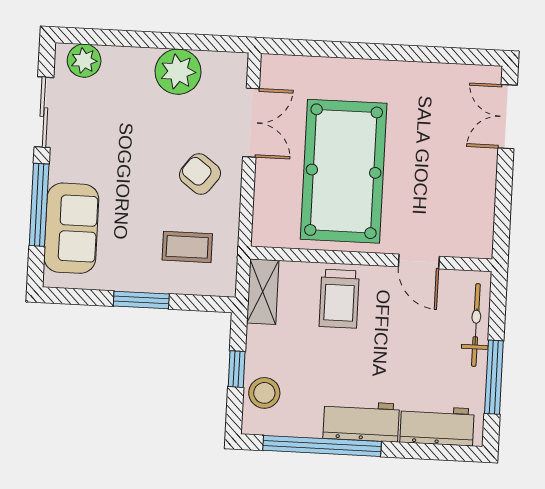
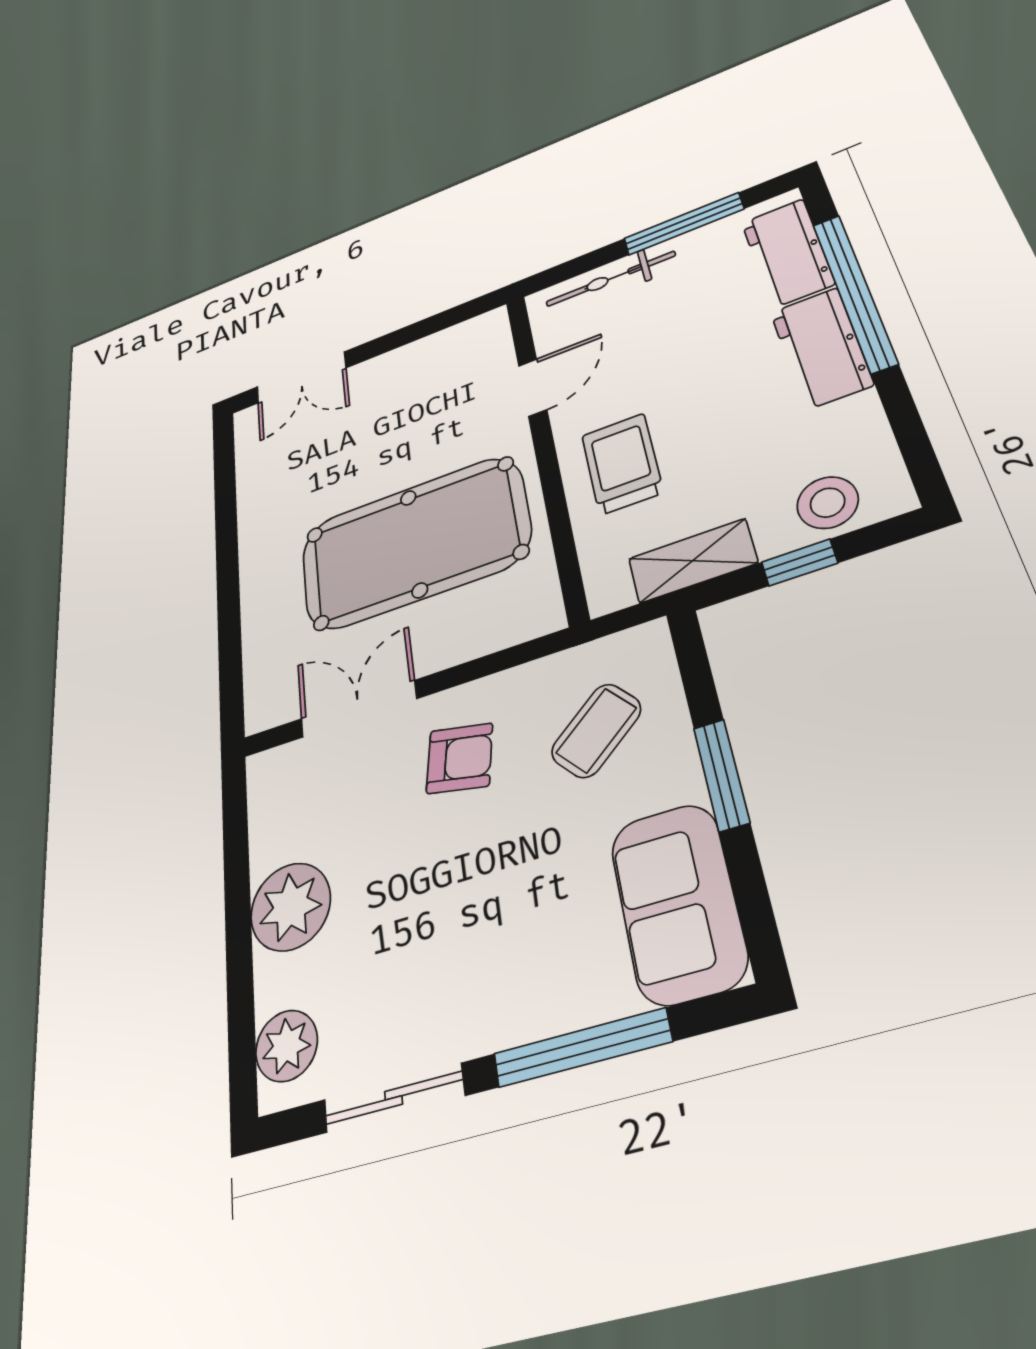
plant: (178, 72) -> (290, 907), moved
armchair: (200, 174) -> (460, 758), turned -116
sofa: (71, 228) -> (678, 903), moved, turned -90
coffee table: (187, 247) -> (596, 730), turned 50
shelving: (263, 292) -> (692, 561), moved
trolley: (339, 299) -> (622, 464), turned -90
window: (322, 446) -> (854, 292), moved

